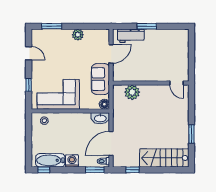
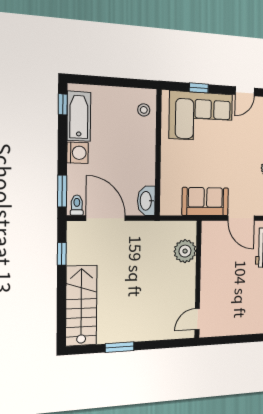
corner sofa: (58, 94) -> (201, 116), moved, turned 90
floor lamp: (104, 104) -> (168, 208), removed

